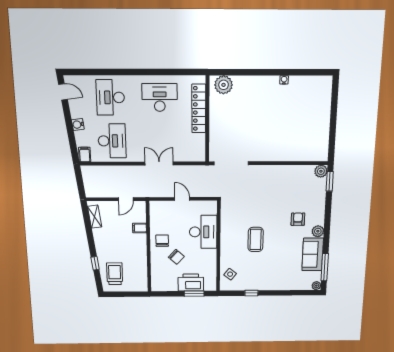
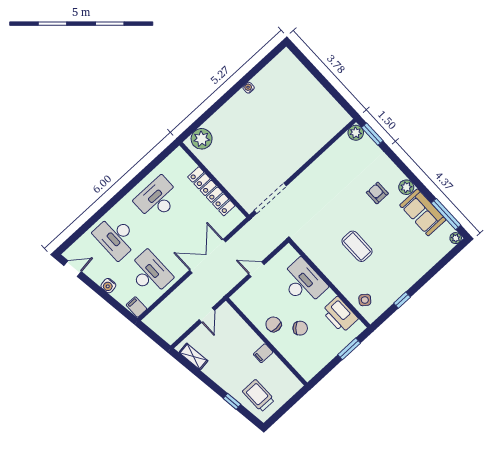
locker: (199, 109) -> (211, 191), moved
double door: (159, 163) -> (208, 256), width x1.37
filing cabinet: (139, 228) -> (263, 353), moved
printer: (191, 282) -> (340, 315), moved, turned -90

